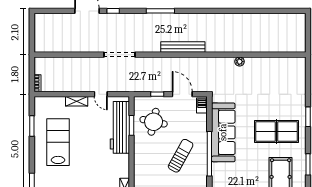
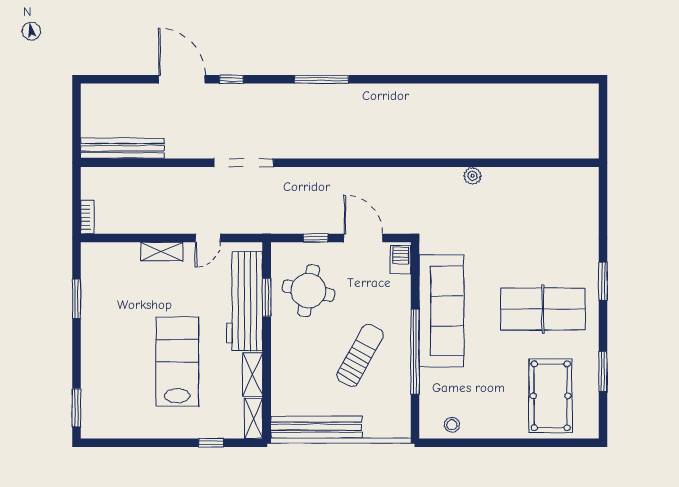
bench: (183, 47) -> (122, 148), moved
door: (101, 94) -> (208, 238), hinge flipped
lab bench: (58, 142) -> (177, 362), moved
shelving: (124, 166) -> (253, 375), added

